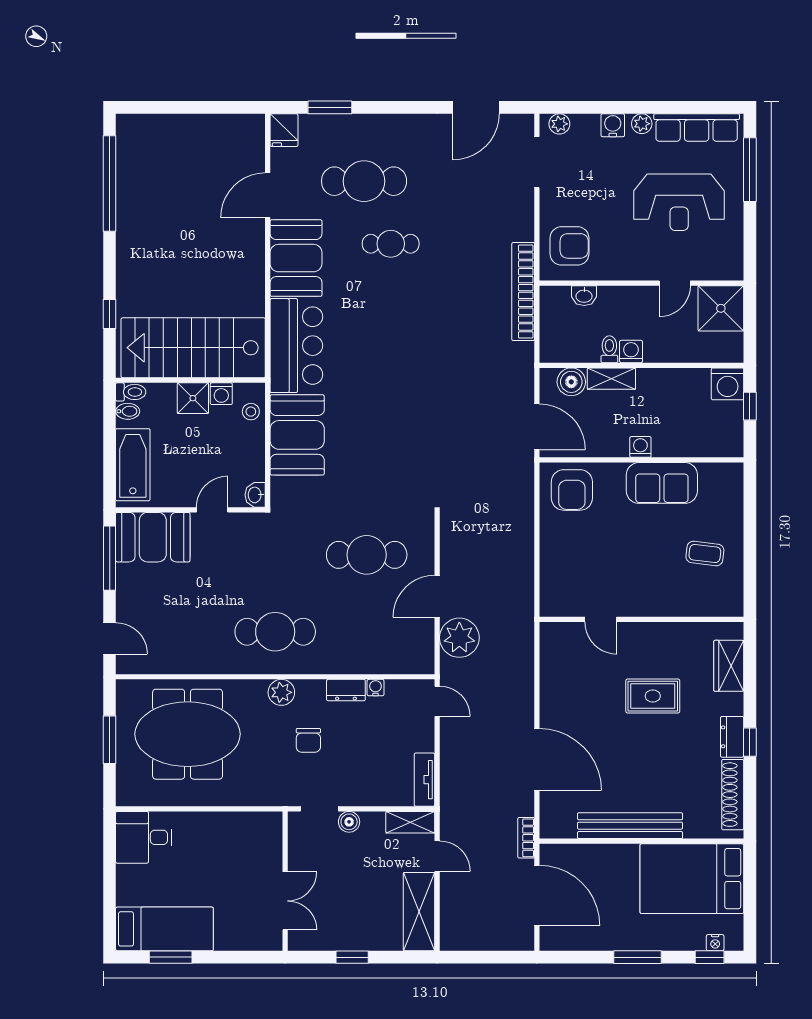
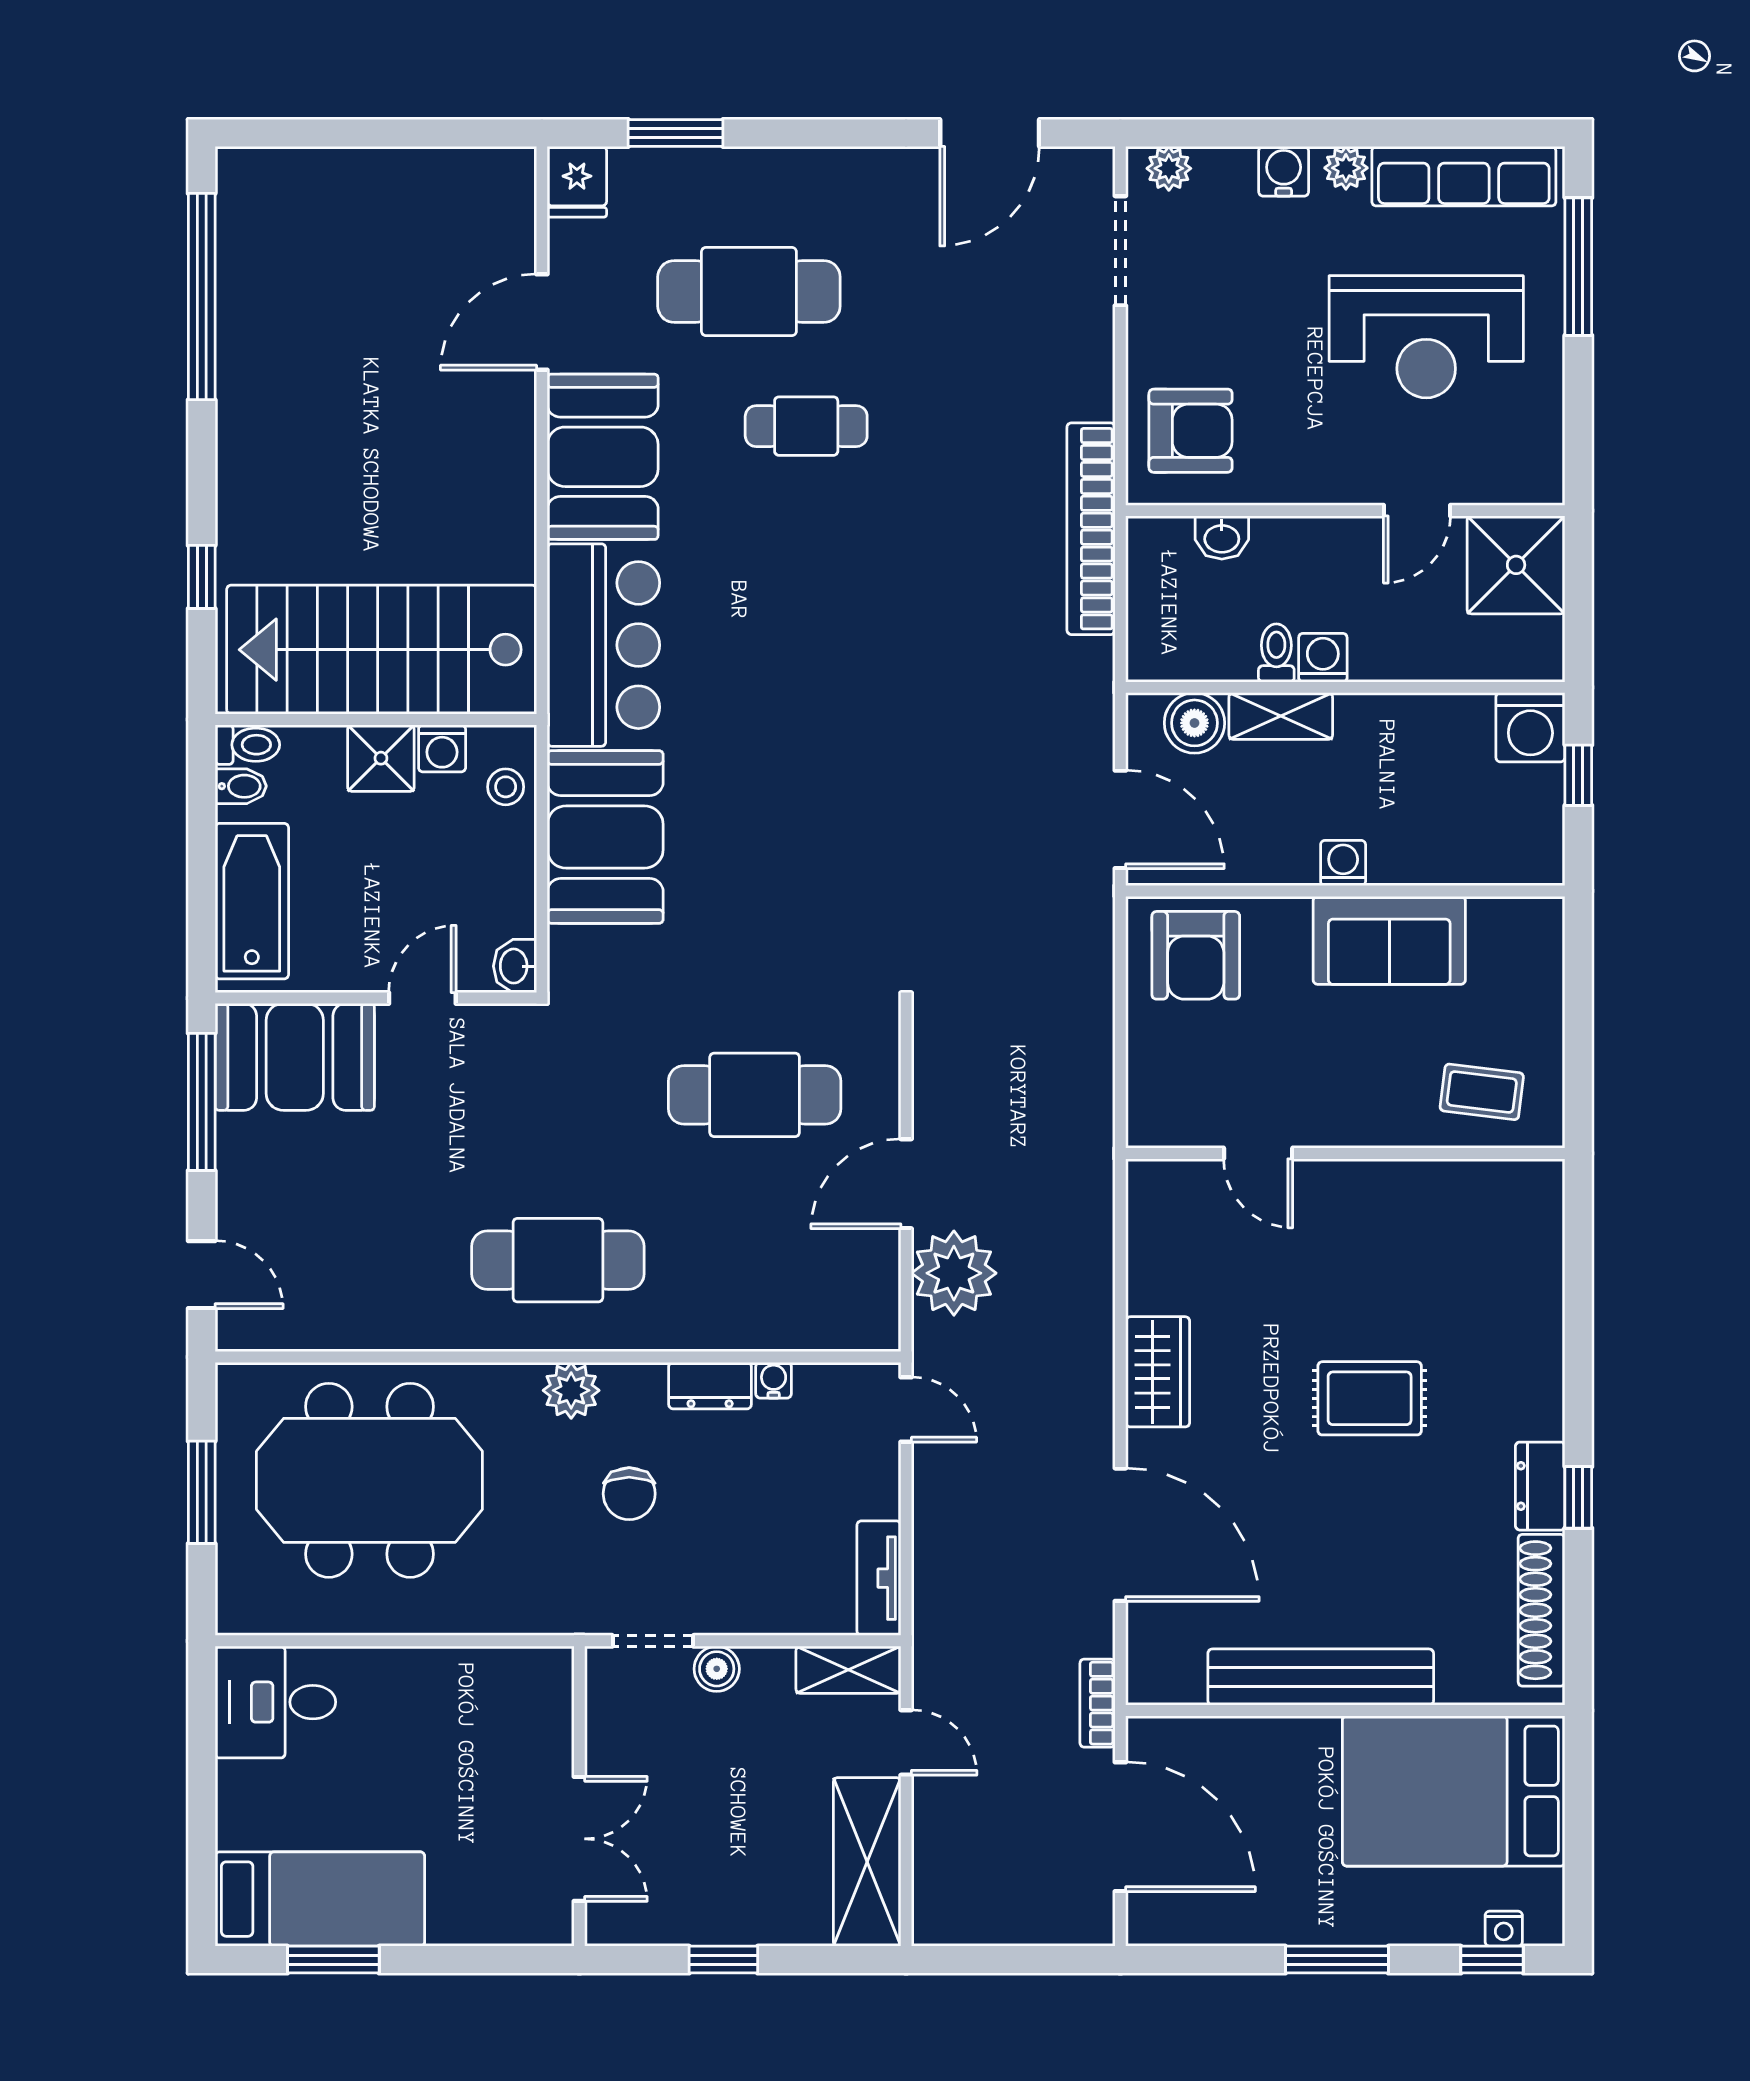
door: (601, 619) -> (1258, 1153), moved
wall: (641, 619) -> (1345, 1153), moved
wardrobe: (729, 666) -> (1158, 1372), moved, turned 180

